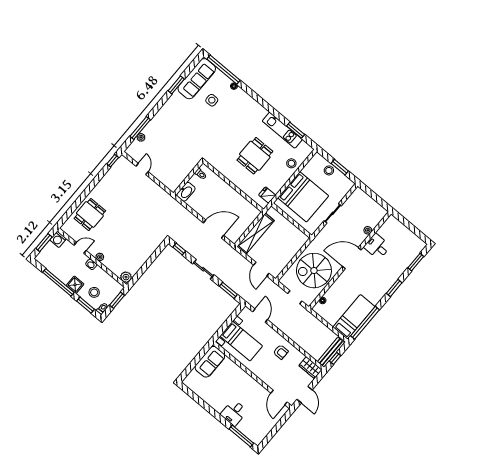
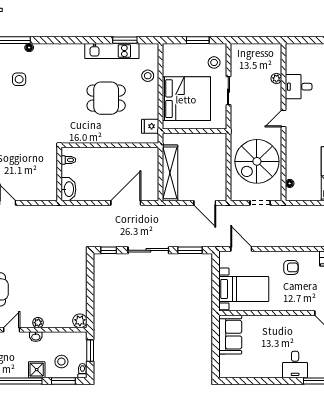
dining table: (255, 156) -> (106, 98), turned 90
stool: (329, 170) -> (214, 62), moved
door: (352, 258) -> (284, 119), width x0.53
sliding door: (203, 269) -> (148, 250), width x1.37

